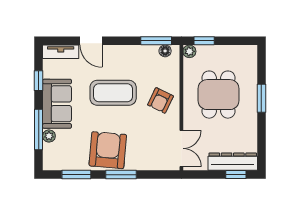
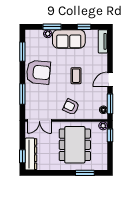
door: (91, 41) -> (110, 79), moved
coffee table: (113, 93) -> (76, 76), width x0.54, depth x0.58
dining table: (219, 95) -> (75, 145), width x1.38
window: (261, 98) -> (85, 173), moved
window: (39, 130) -> (52, 27), width x0.69
window: (121, 175) -> (22, 94), moved

